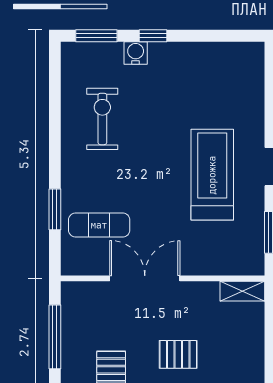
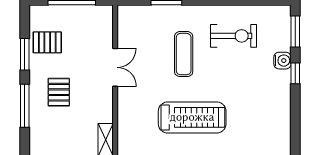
exercise mat: (99, 225) -> (184, 54), moved
double door: (145, 278) -> (115, 67), width x0.73

